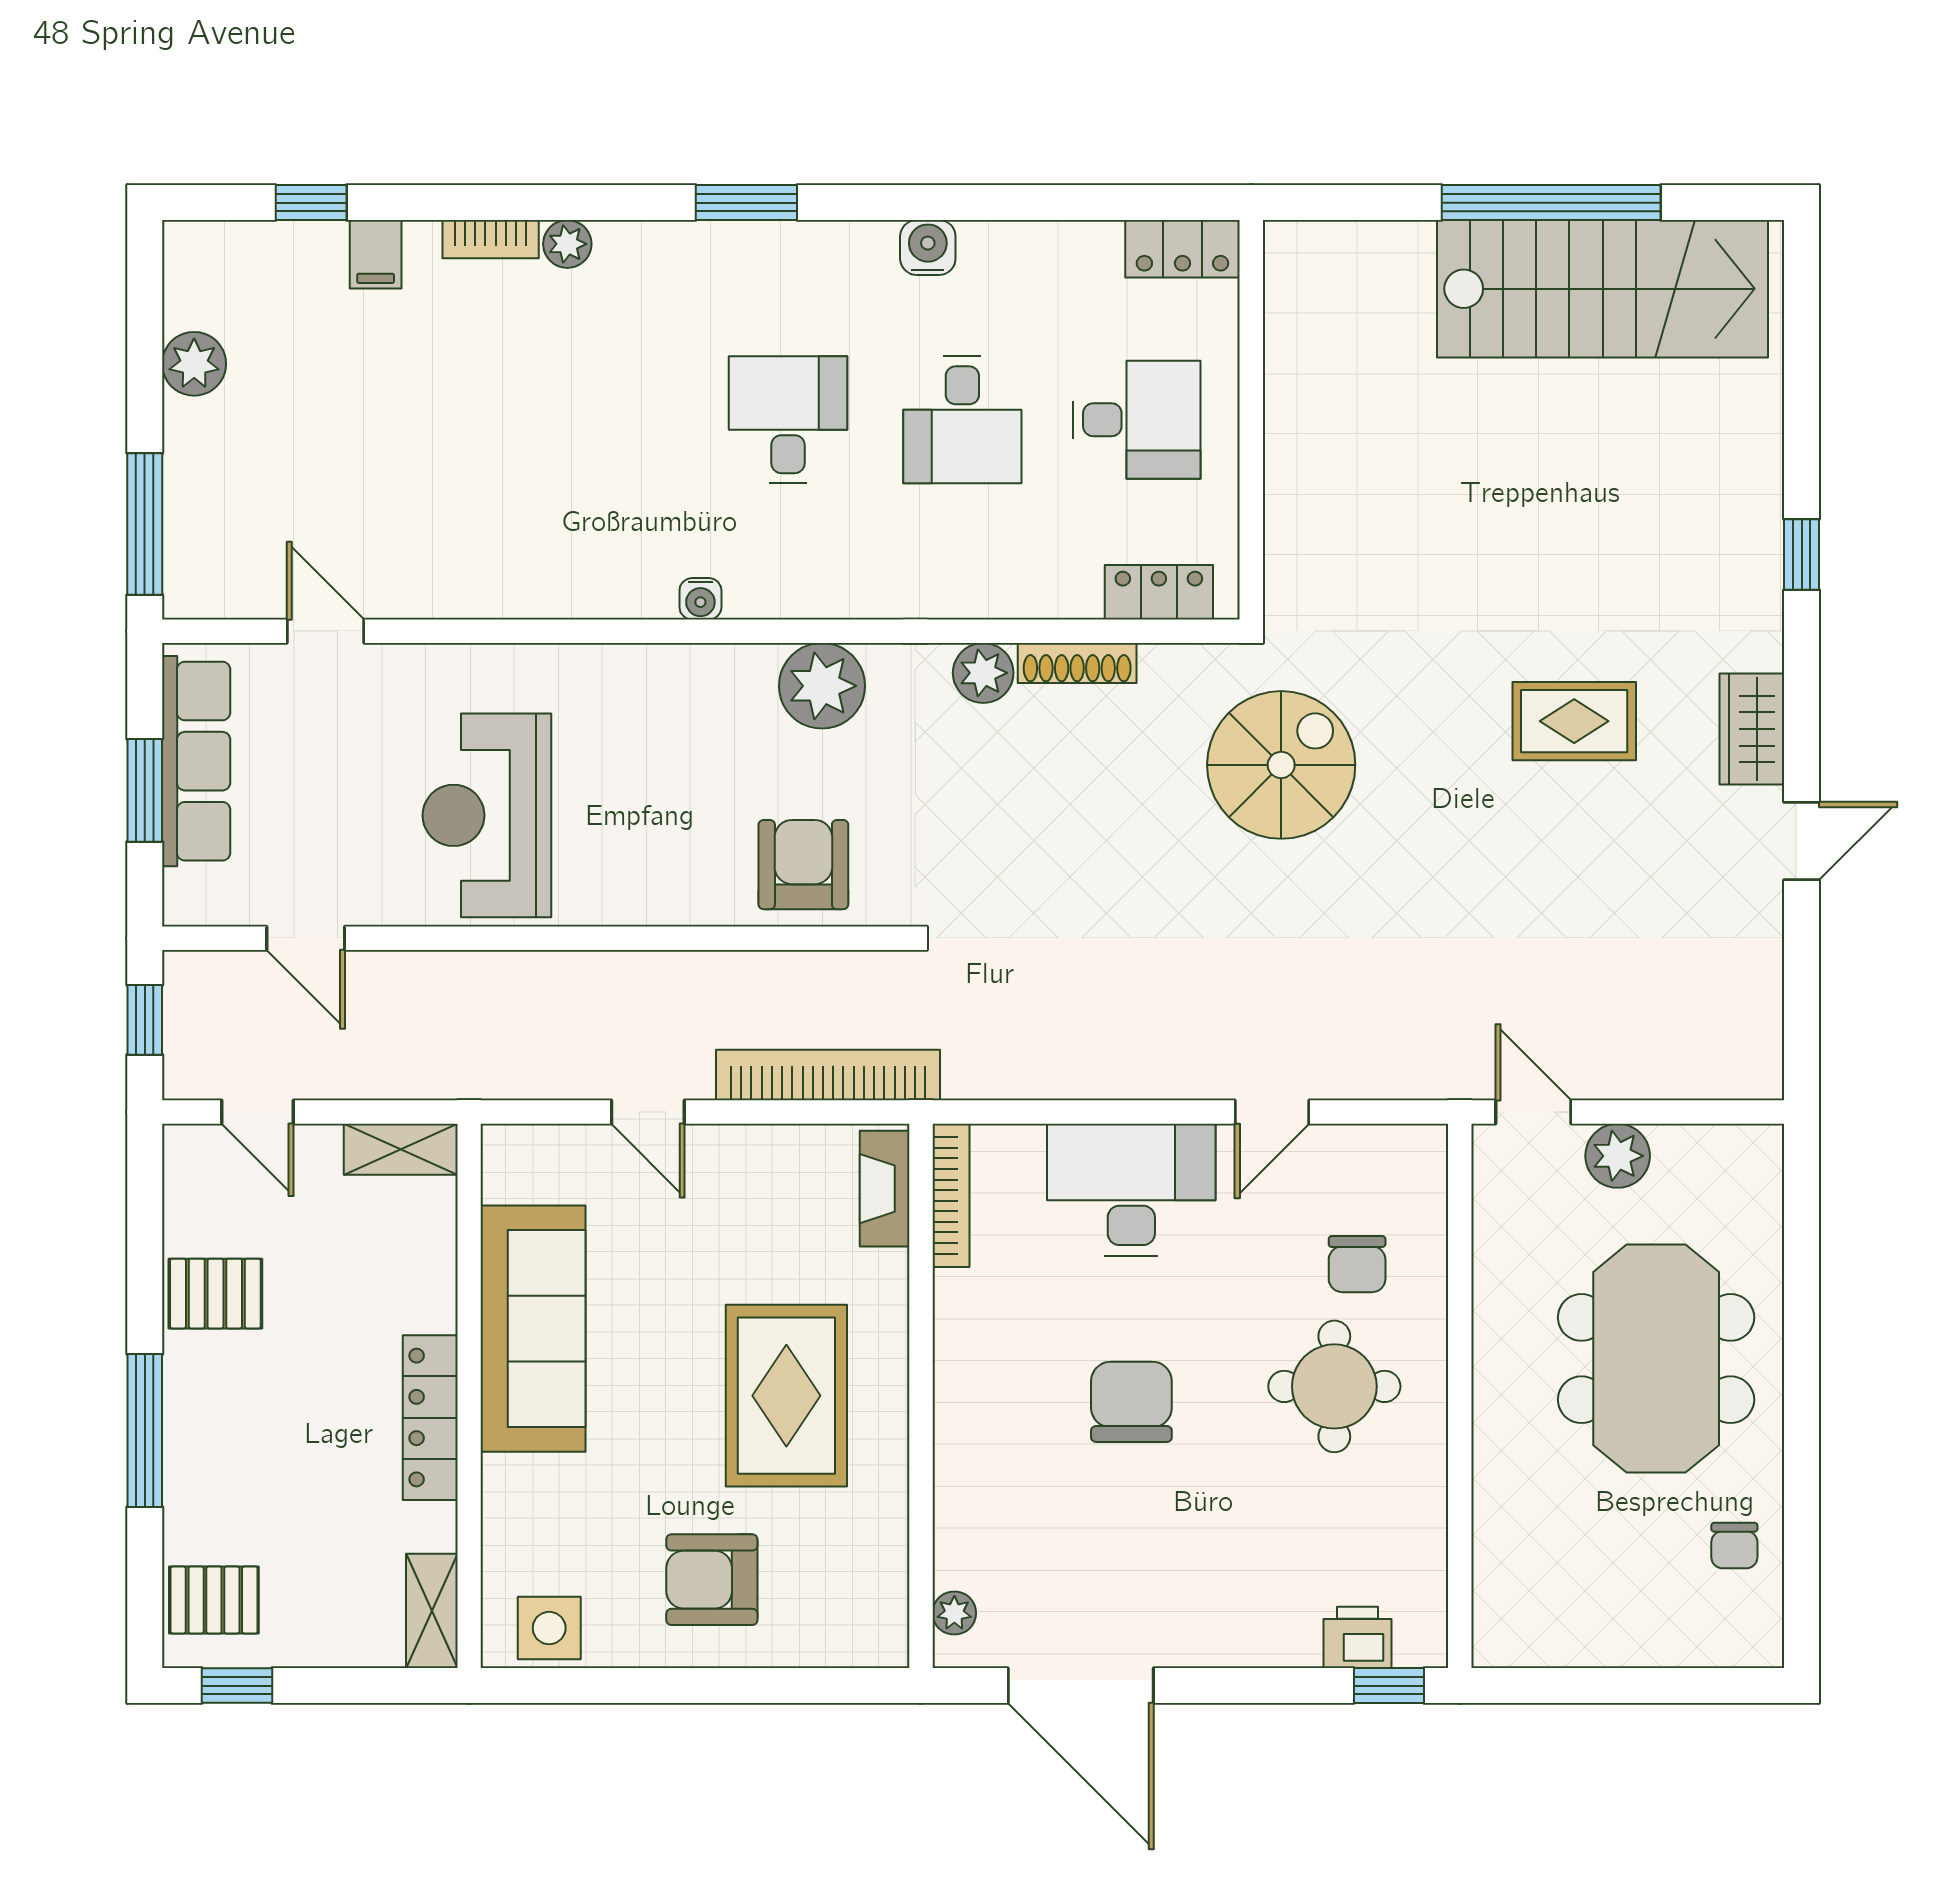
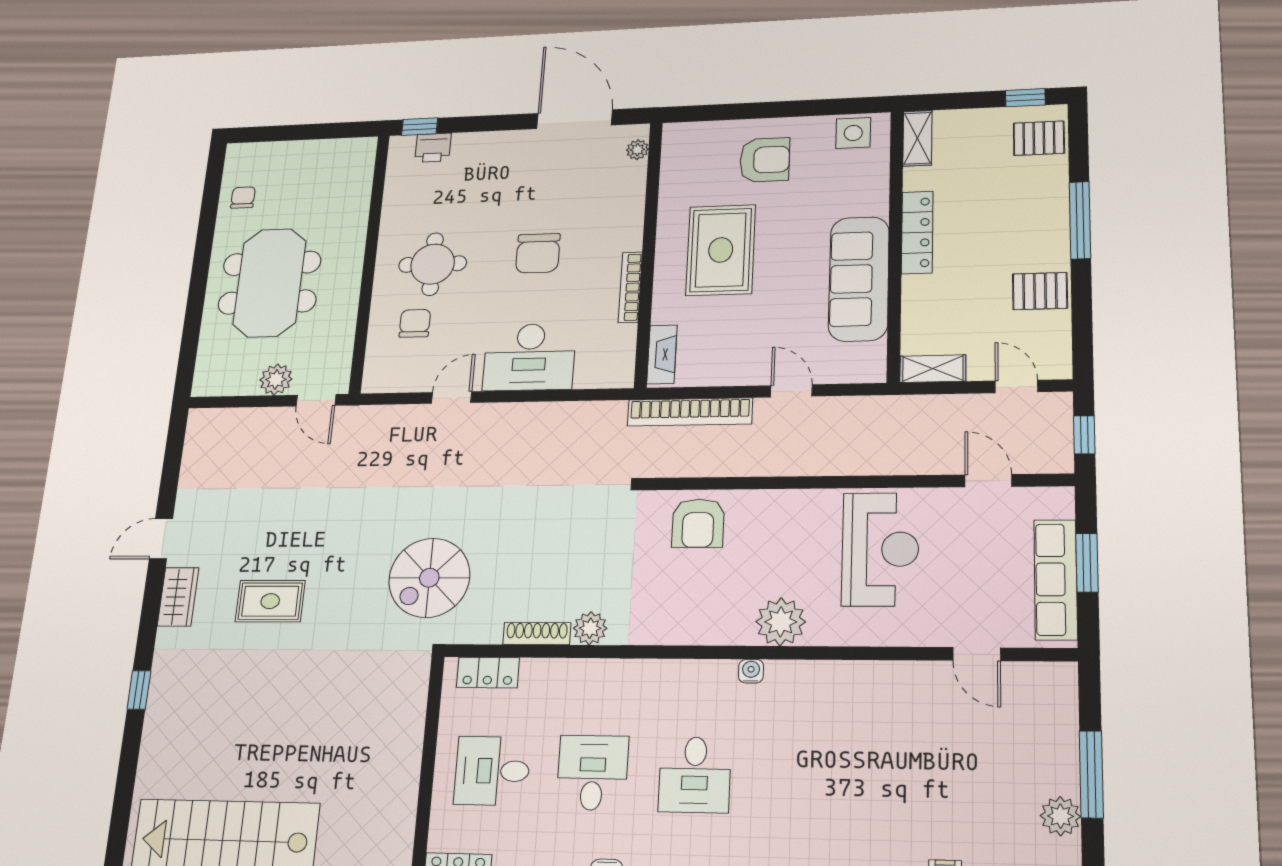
window: (145, 524) -> (1091, 774), moved
plant: (822, 686) -> (781, 622), moved
bookcase: (951, 1195) -> (630, 287), moved

